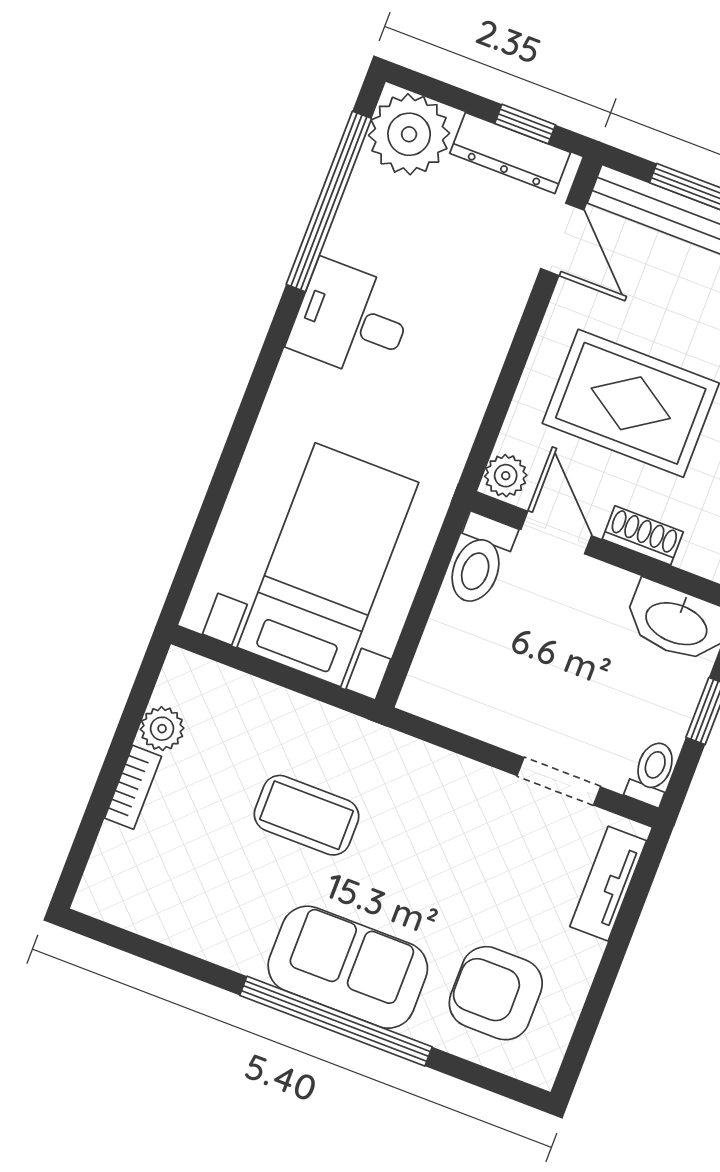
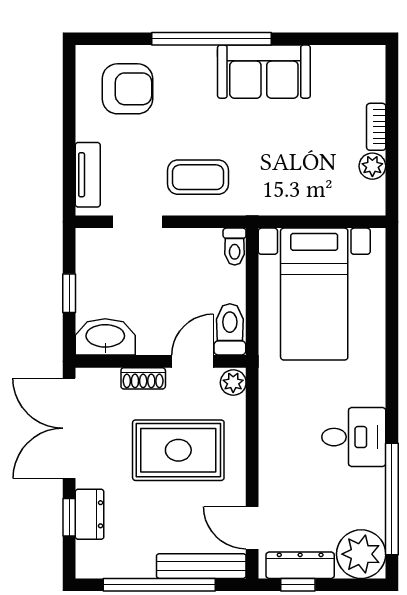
door: (556, 532) -> (193, 361), swing flipped
toilet: (652, 773) -> (235, 247), moved
coffee table: (306, 815) -> (198, 177), moved
sofa: (348, 967) -> (264, 72), moved

